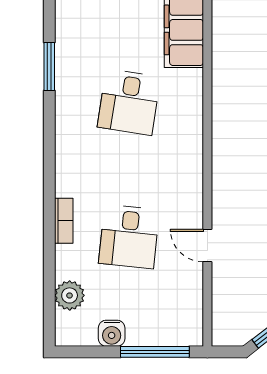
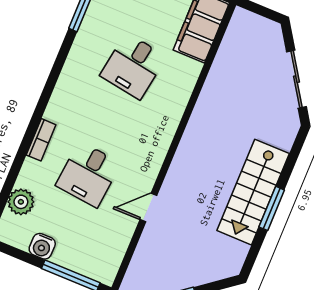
door: (207, 246) -> (148, 208), hinge flipped

